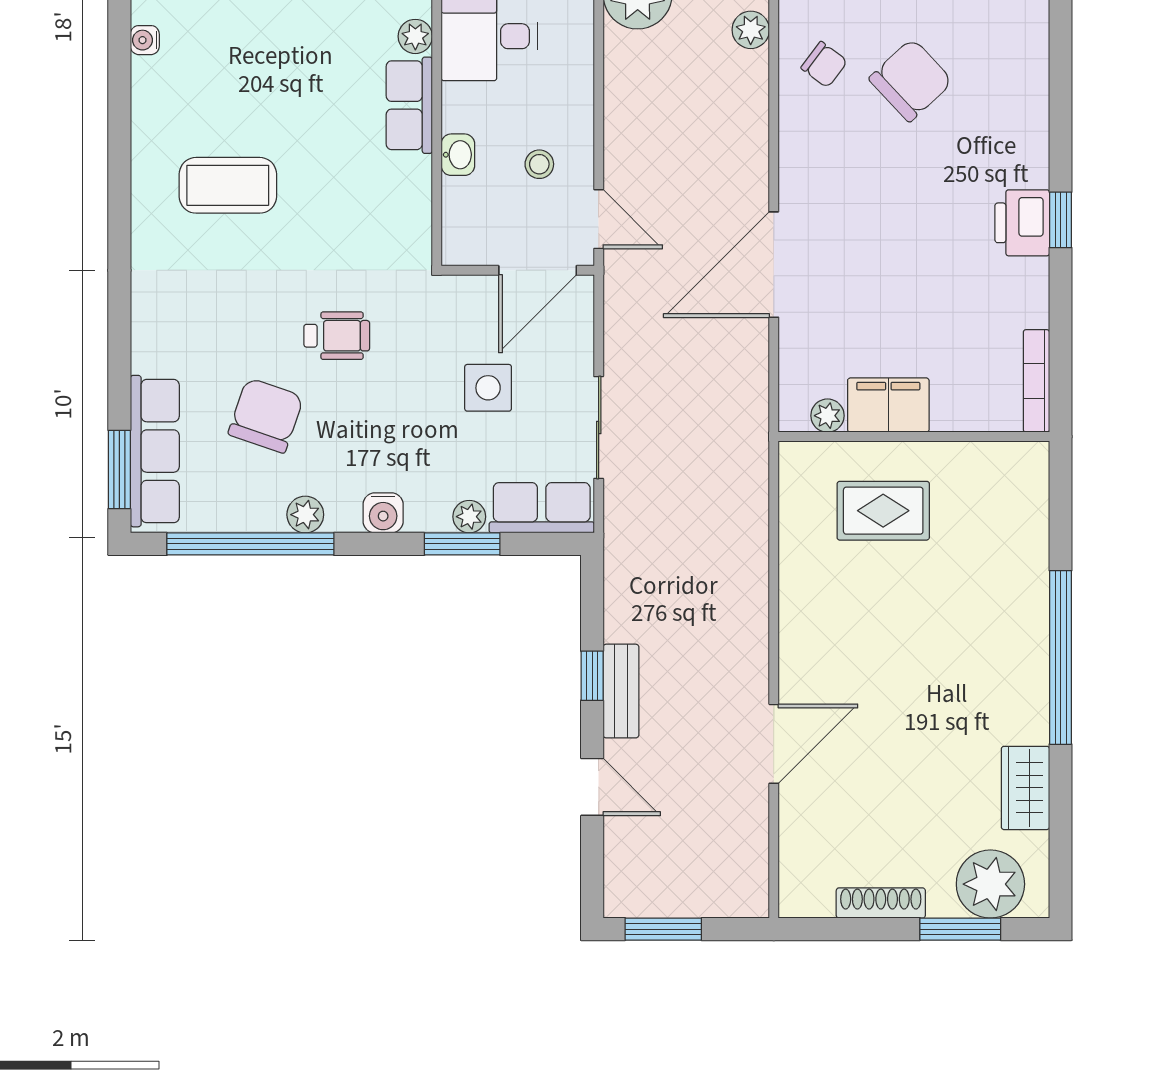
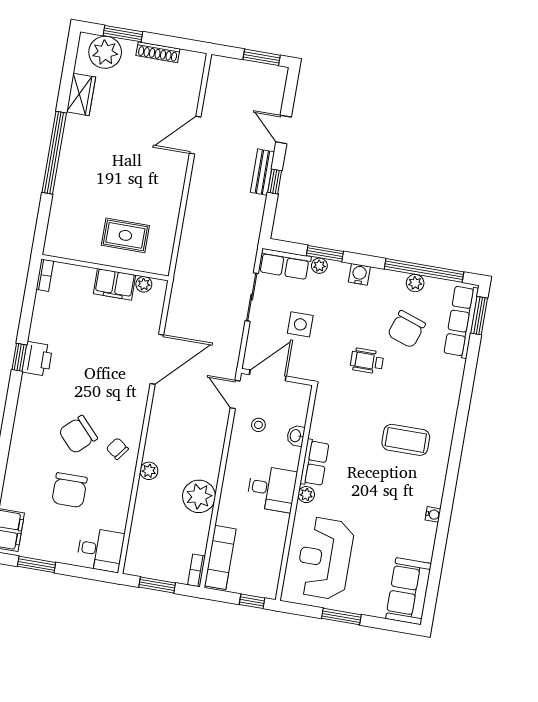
bookcase: (1036, 381) -> (45, 275), width x0.64
plant: (305, 515) -> (415, 283), moved

